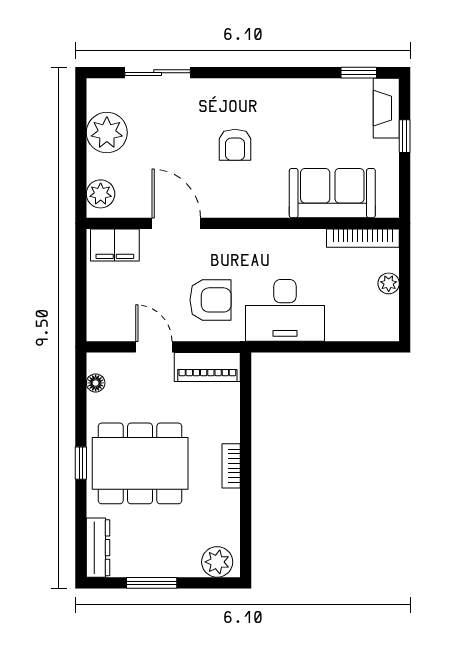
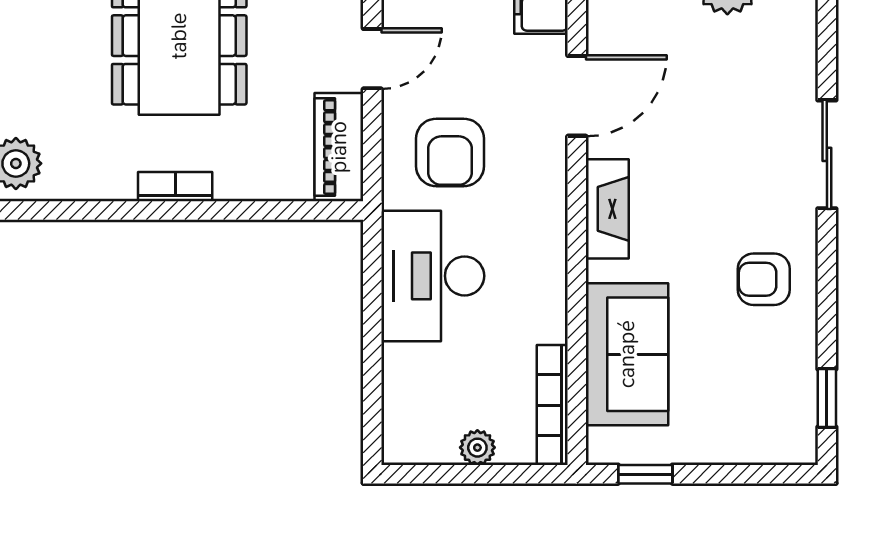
sliding door: (158, 73) -> (827, 154), moved
fireplace: (386, 108) -> (607, 209), moved, turned 90
window: (405, 136) -> (645, 474), moved
armchair: (235, 145) -> (764, 279), moved

